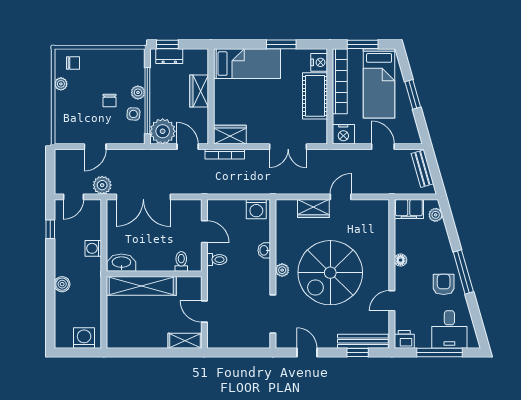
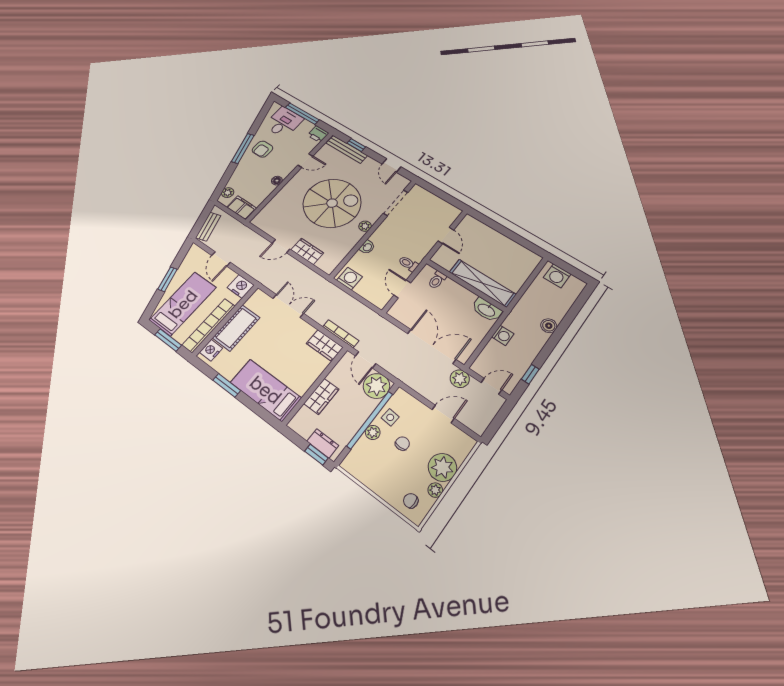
plant: (67, 105) -> (442, 467), added
shelving: (185, 341) -> (476, 226), removed

